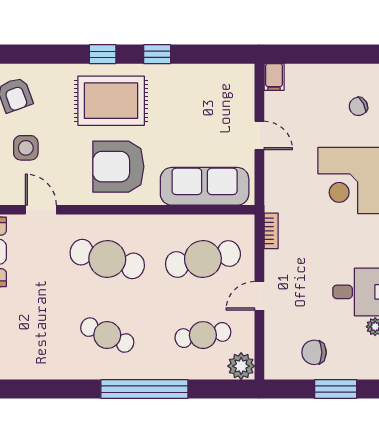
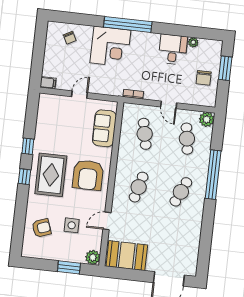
sofa: (205, 186) -> (104, 128), width x0.73
cafe table: (107, 259) -> (139, 187), width x0.73, depth x0.74
cafe table: (203, 259) -> (145, 134), width x0.73, depth x0.74

